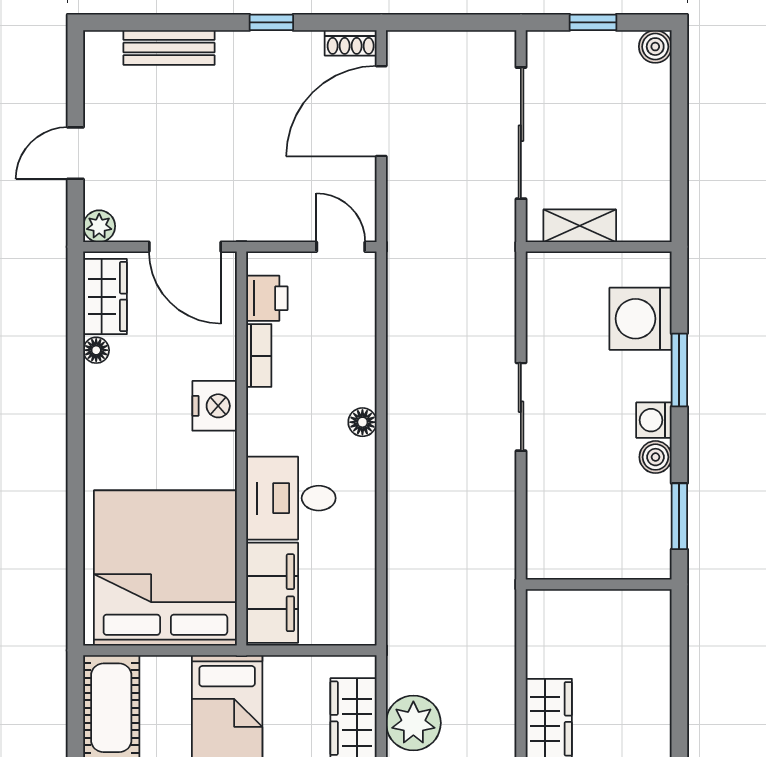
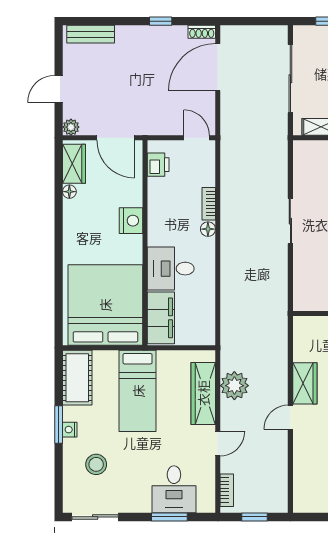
bench: (169, 48) -> (91, 34), moved
bookcase: (259, 356) -> (209, 204), moved, turned 180

